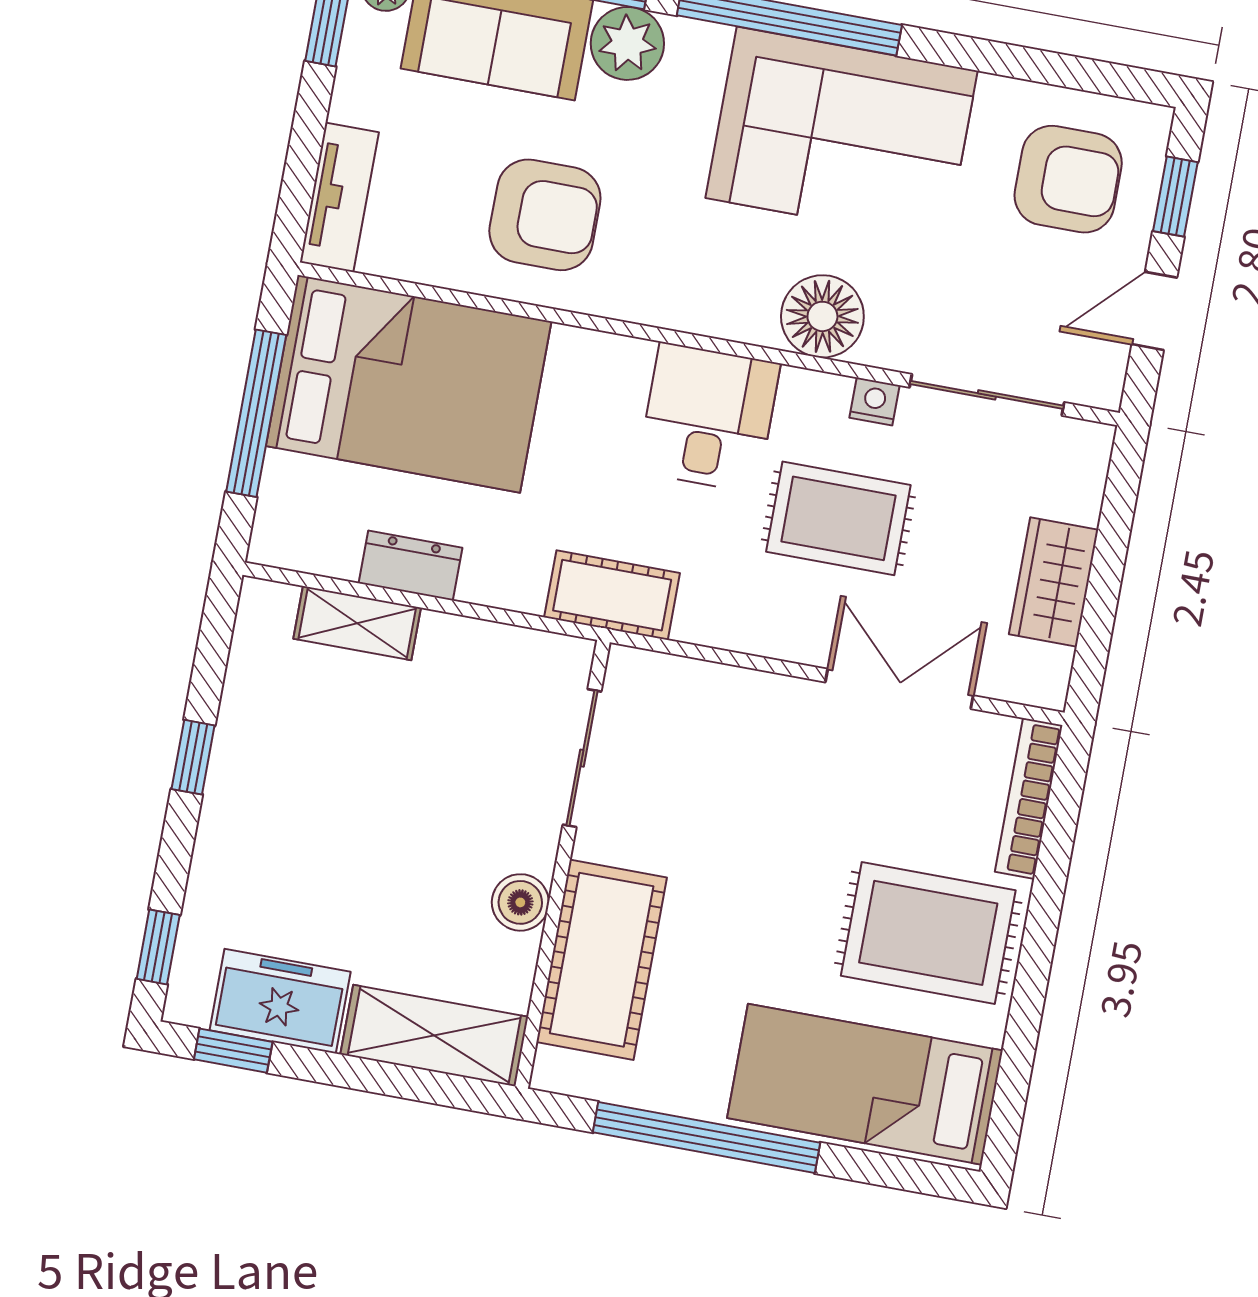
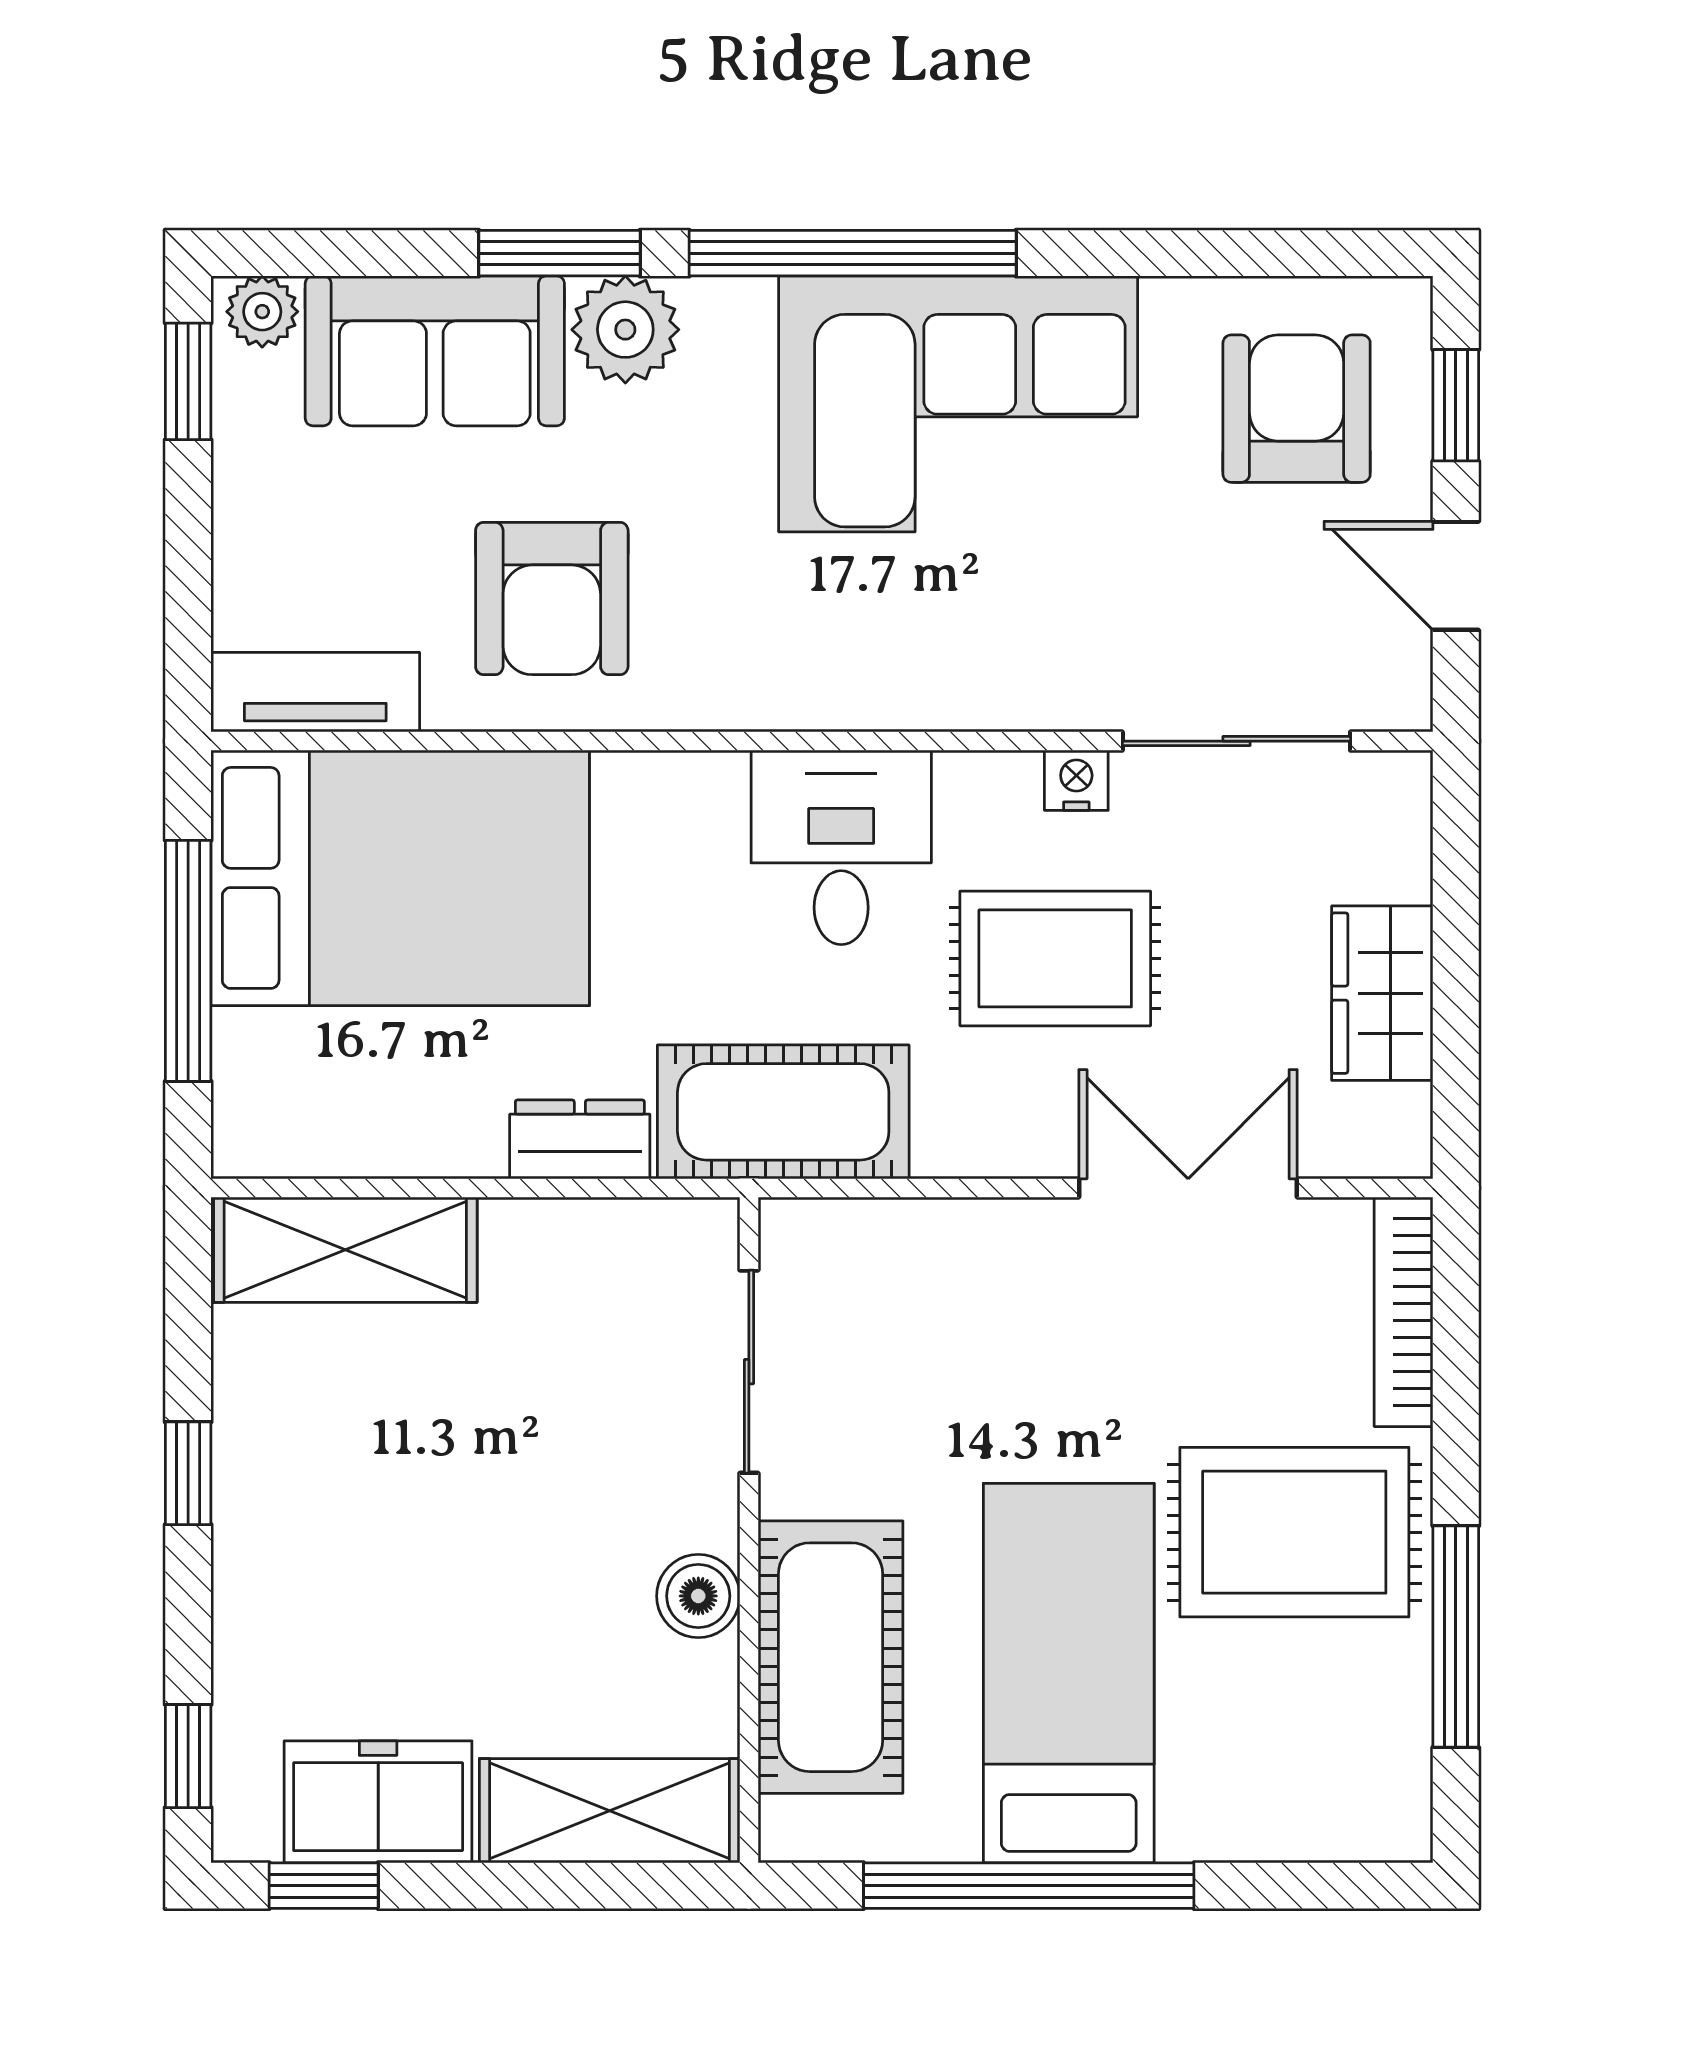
armchair: (1068, 179) -> (1297, 409), turned -90
tv unit: (339, 197) -> (315, 692), moved, turned -90
armchair: (545, 215) -> (552, 598), turned 90
door: (1154, 311) -> (1456, 576), hinge flipped
floor lamp: (822, 316) -> (979, 671), removed
dresser: (410, 565) -> (580, 1139), moved
cot: (612, 595) -> (783, 1112), width x1.37, depth x1.34
shelving: (357, 623) -> (345, 1250), width x1.50, depth x1.33
window: (1024, 1023) -> (1456, 1637), added
bed: (865, 1084) -> (1069, 1673), moved, turned 90

